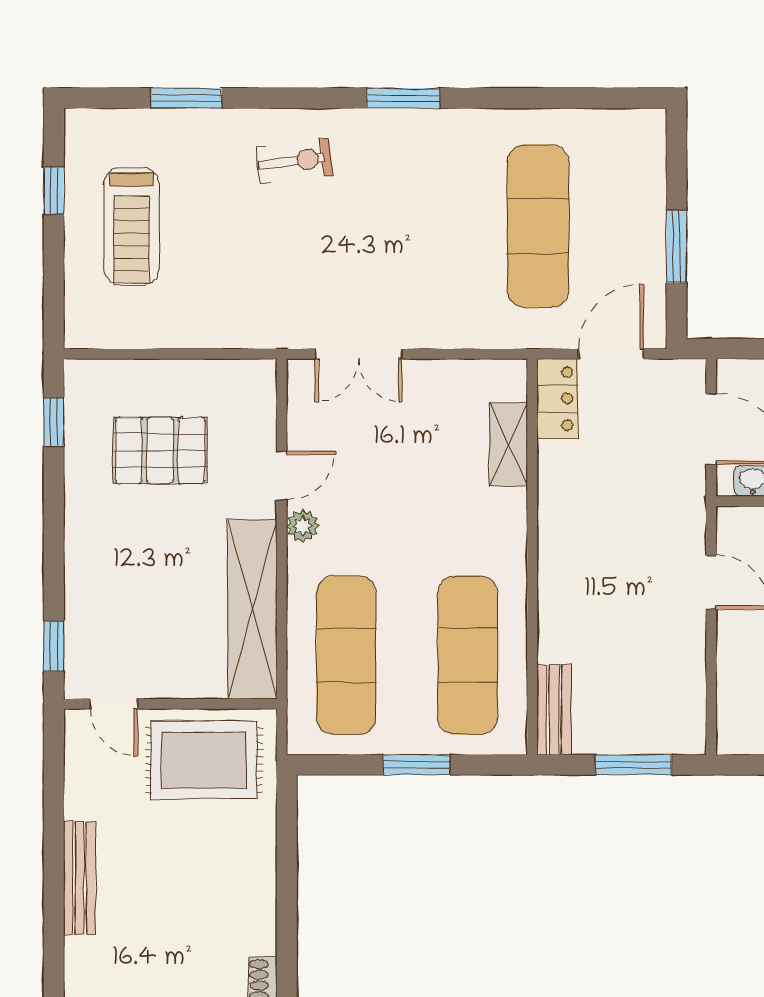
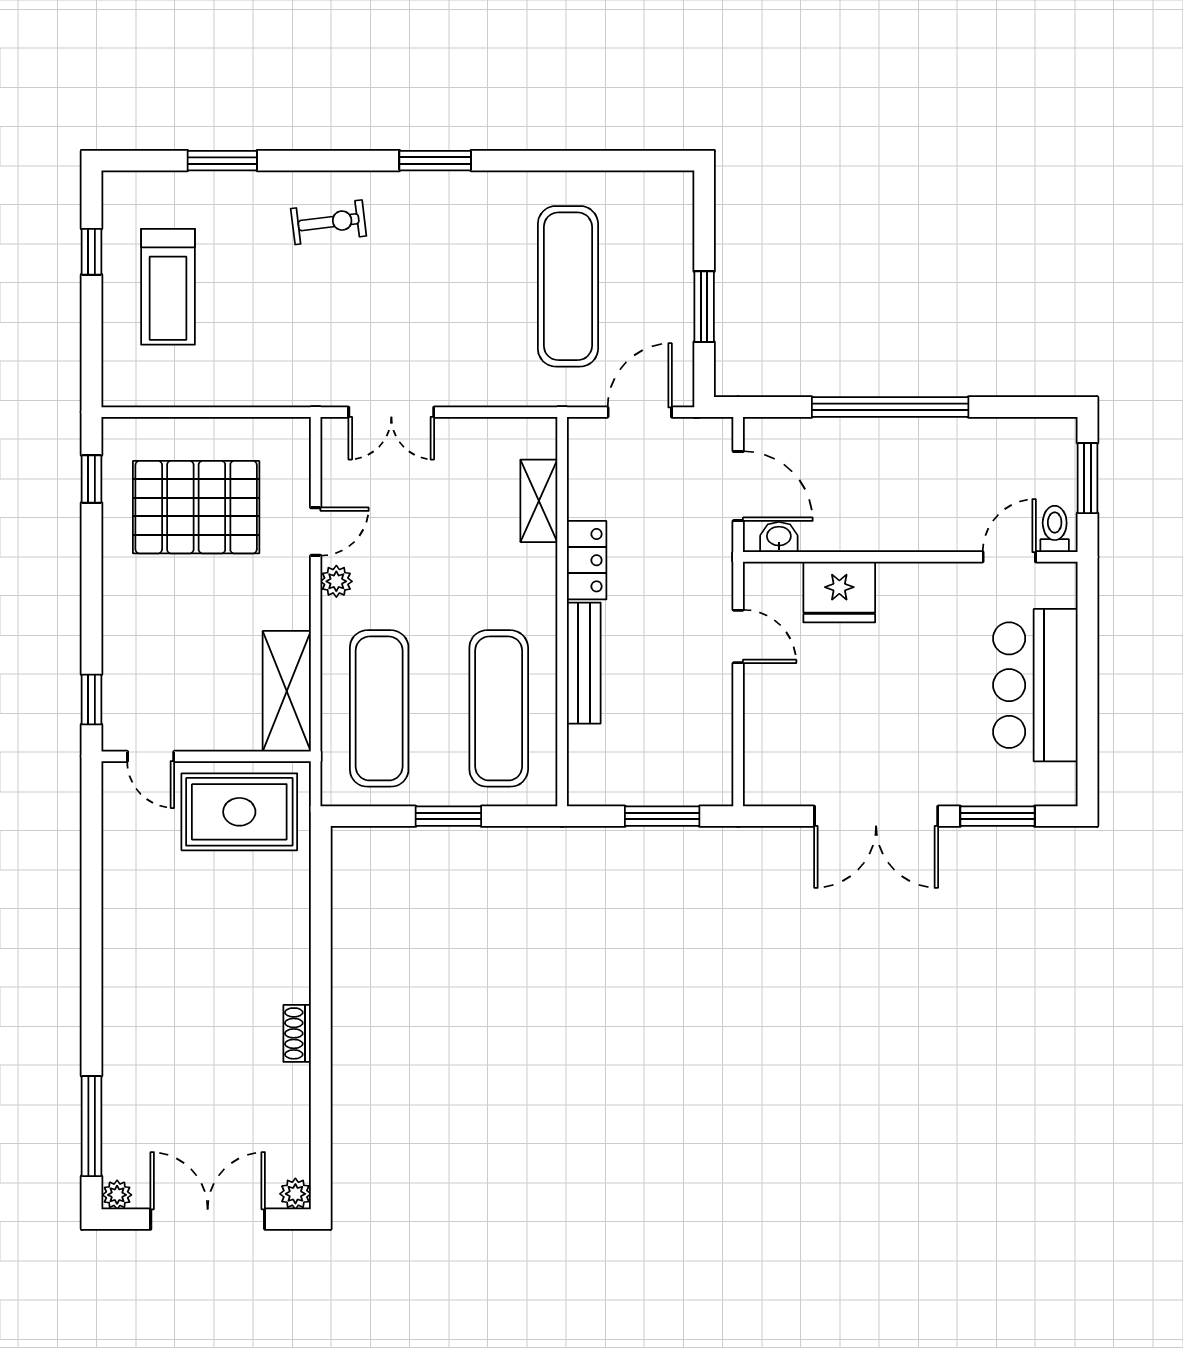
locker: (557, 399) -> (587, 560), moved
pallet: (160, 451) -> (196, 507), width x1.37, depth x1.41
shelving: (252, 609) -> (287, 691), width x0.68
bench: (554, 710) -> (584, 663), moved, width x1.36
bench: (80, 878) -> (117, 928), removed

